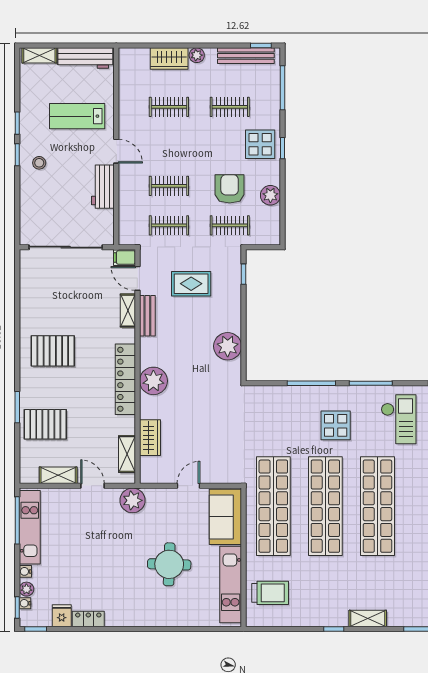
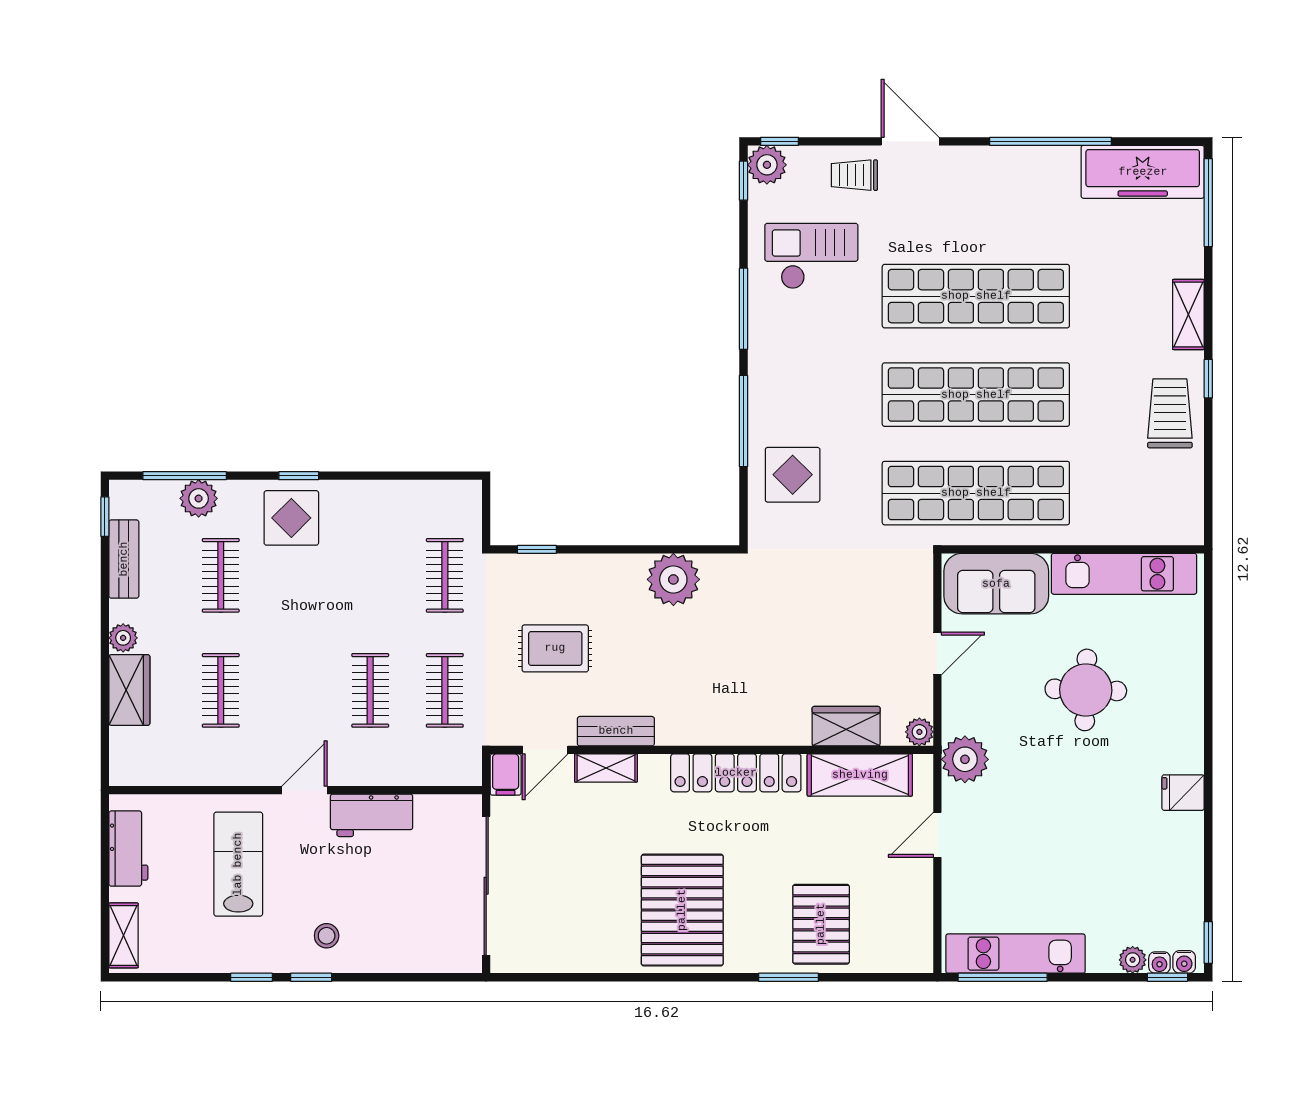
bench: (246, 56) -> (124, 559), width x0.73
workbench: (85, 58) -> (128, 849), width x0.73
lab bench: (77, 116) -> (238, 864), turned 180
armchair: (230, 189) -> (376, 576), removed
plant: (270, 195) -> (199, 498), moved
rug: (191, 284) -> (555, 648), turned 90
pallet: (53, 351) -> (682, 910), width x1.37, depth x1.41
plant: (153, 381) -> (919, 732), moved, width x0.53, depth x0.53
display table: (336, 425) -> (793, 475), moved
shelving: (127, 454) -> (860, 775), width x1.50, depth x1.33
shelving: (58, 475) -> (917, 900), removed
door: (188, 486) -> (937, 653), swing flipped
water cooler: (25, 571) -> (1184, 962), moved
trolley: (270, 593) -> (1170, 413), moved
fridge: (62, 616) -> (1183, 793), moved
locker: (88, 619) -> (1189, 843), removed

